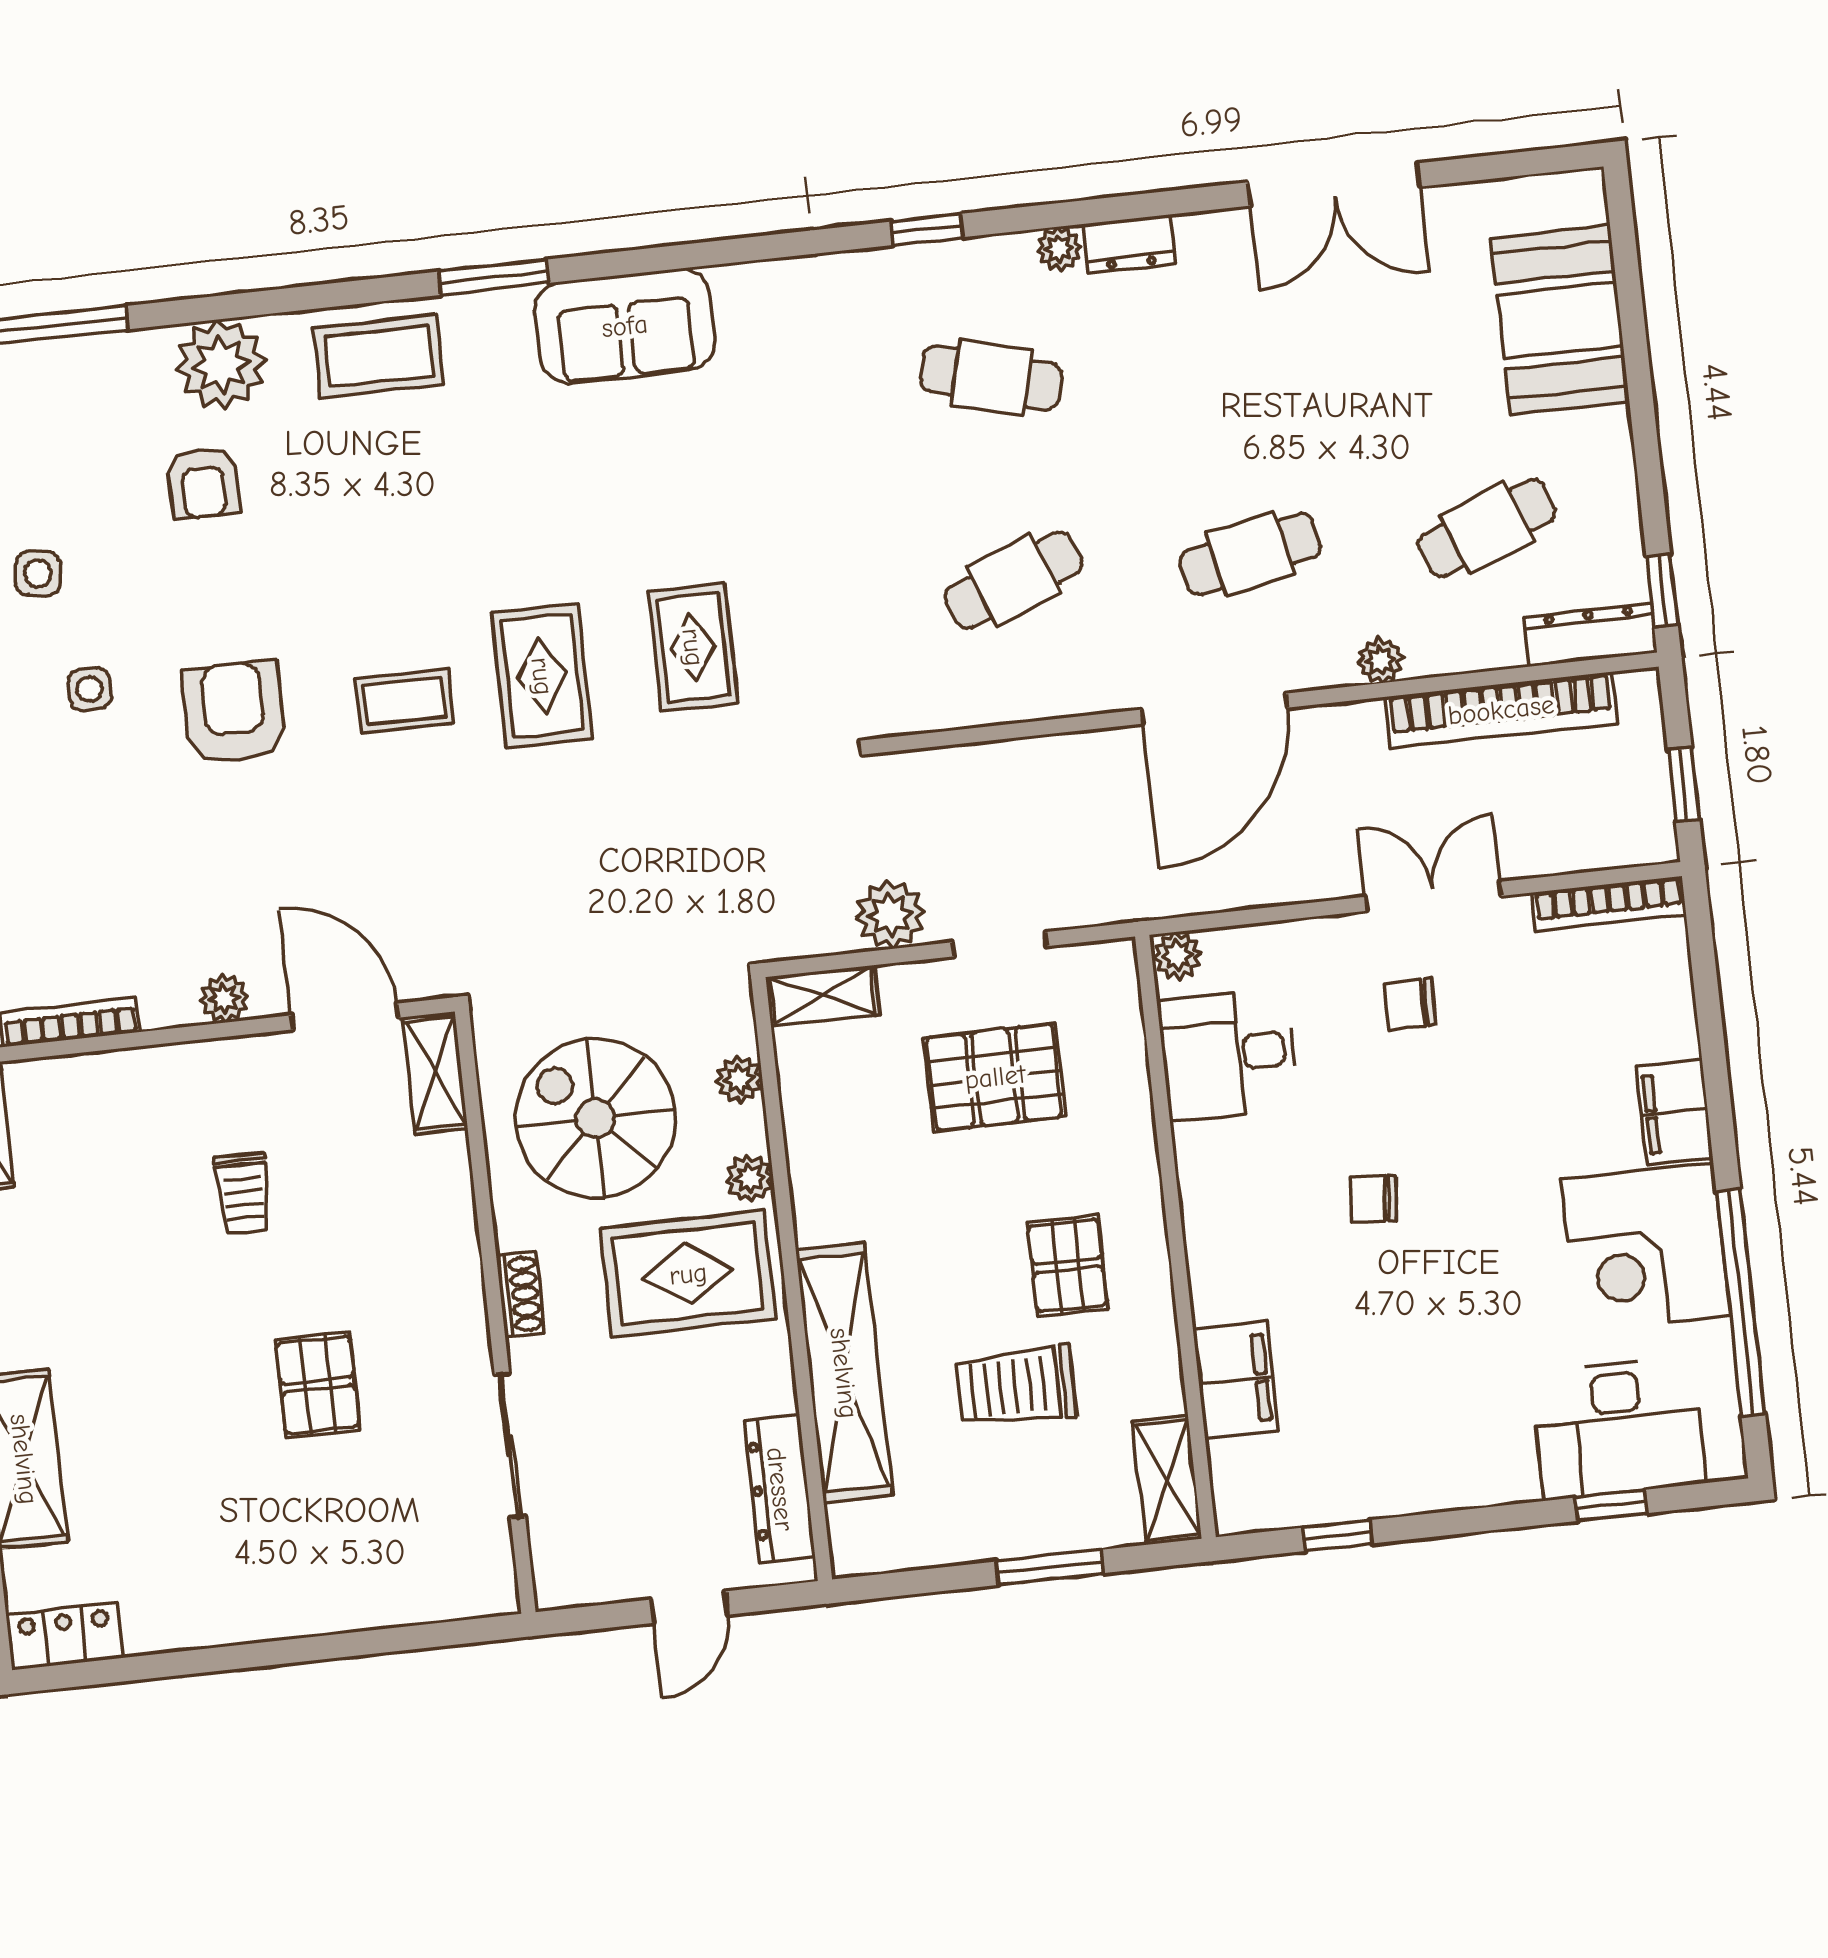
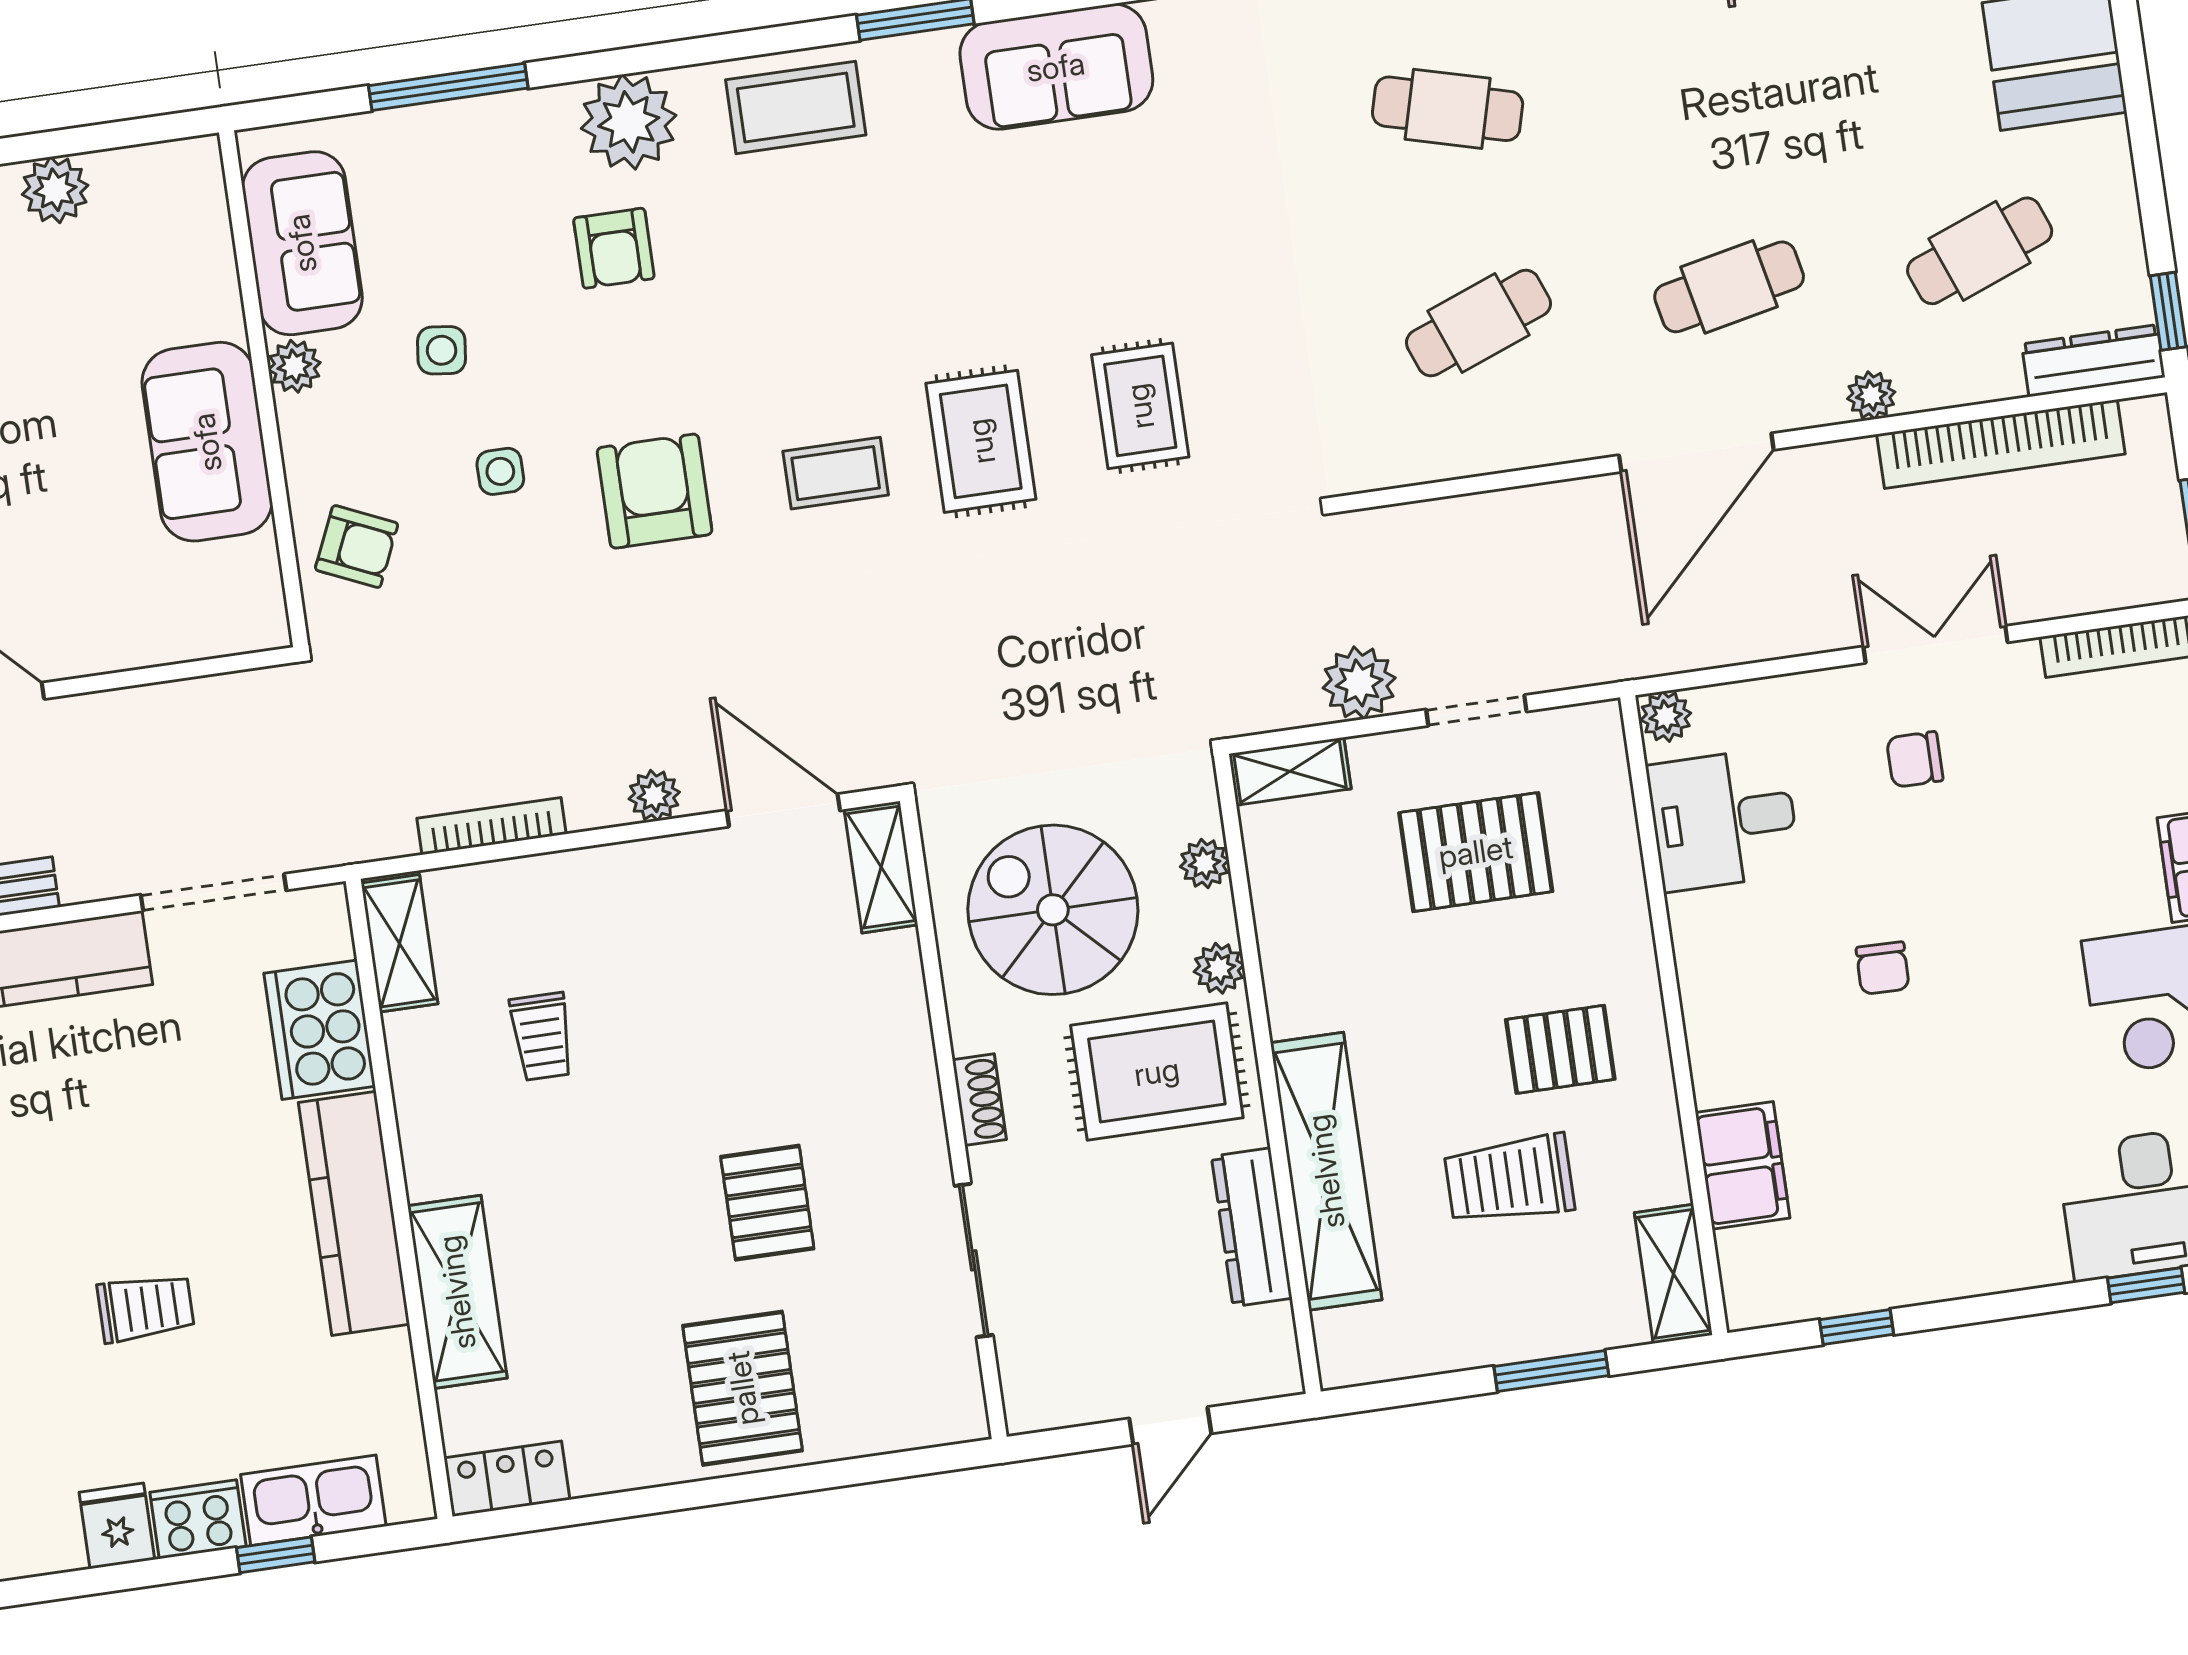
trolley: (243, 1193) -> (542, 1037), moved
chair: (1373, 1199) -> (1883, 968), turned -94
pallet: (1068, 1265) -> (1560, 1049), turned 90
dresser: (780, 1489) -> (1252, 1227), moved
pallet: (289, 1558) -> (743, 1388), added

